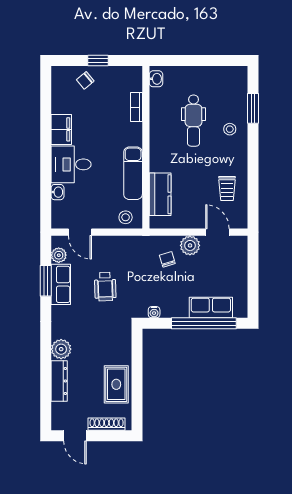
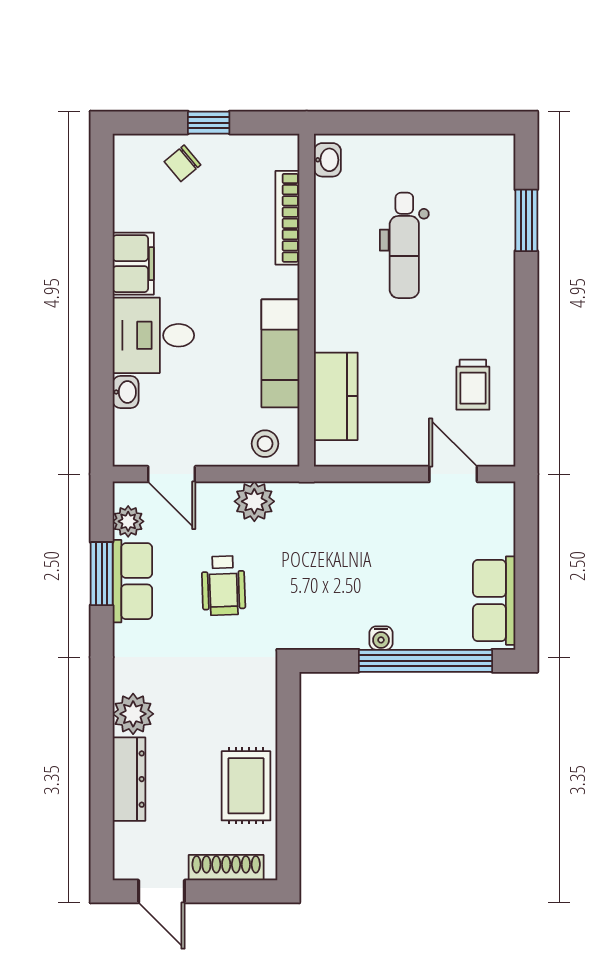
bookcase: (136, 107) -> (287, 218), width x1.56
stool: (230, 129) -> (479, 263), removed
plant: (190, 245) -> (254, 501), moved
chair: (167, 259) -> (351, 530), removed
row of seats: (211, 308) -> (494, 601), moved, turned -90
water cooler: (154, 312) -> (381, 638), moved

